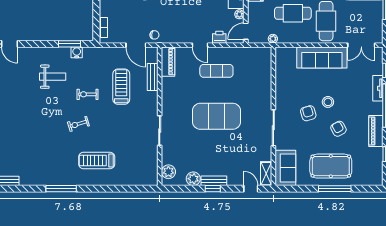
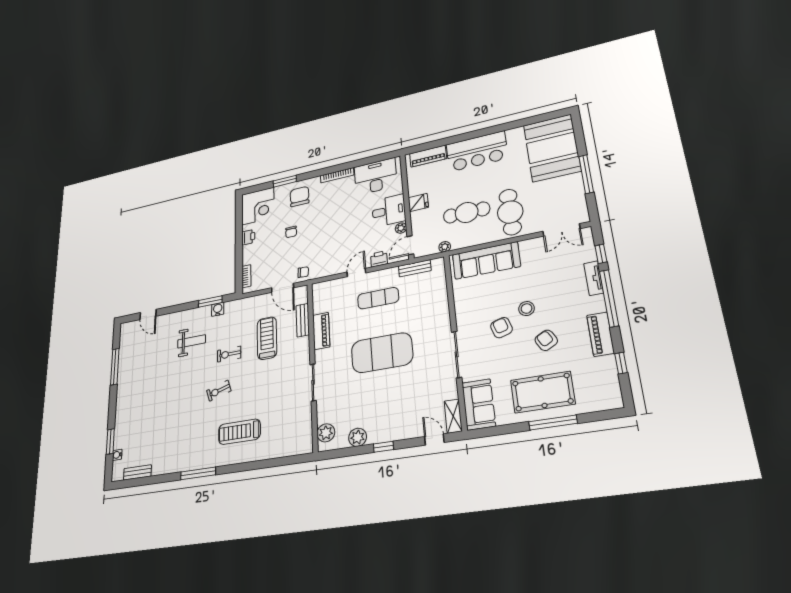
door: (200, 45) -> (356, 273), swing flipped
sofa: (322, 57) -> (486, 261), moved
piano: (168, 62) -> (321, 331), moved
bench: (214, 181) -> (415, 268), moved

